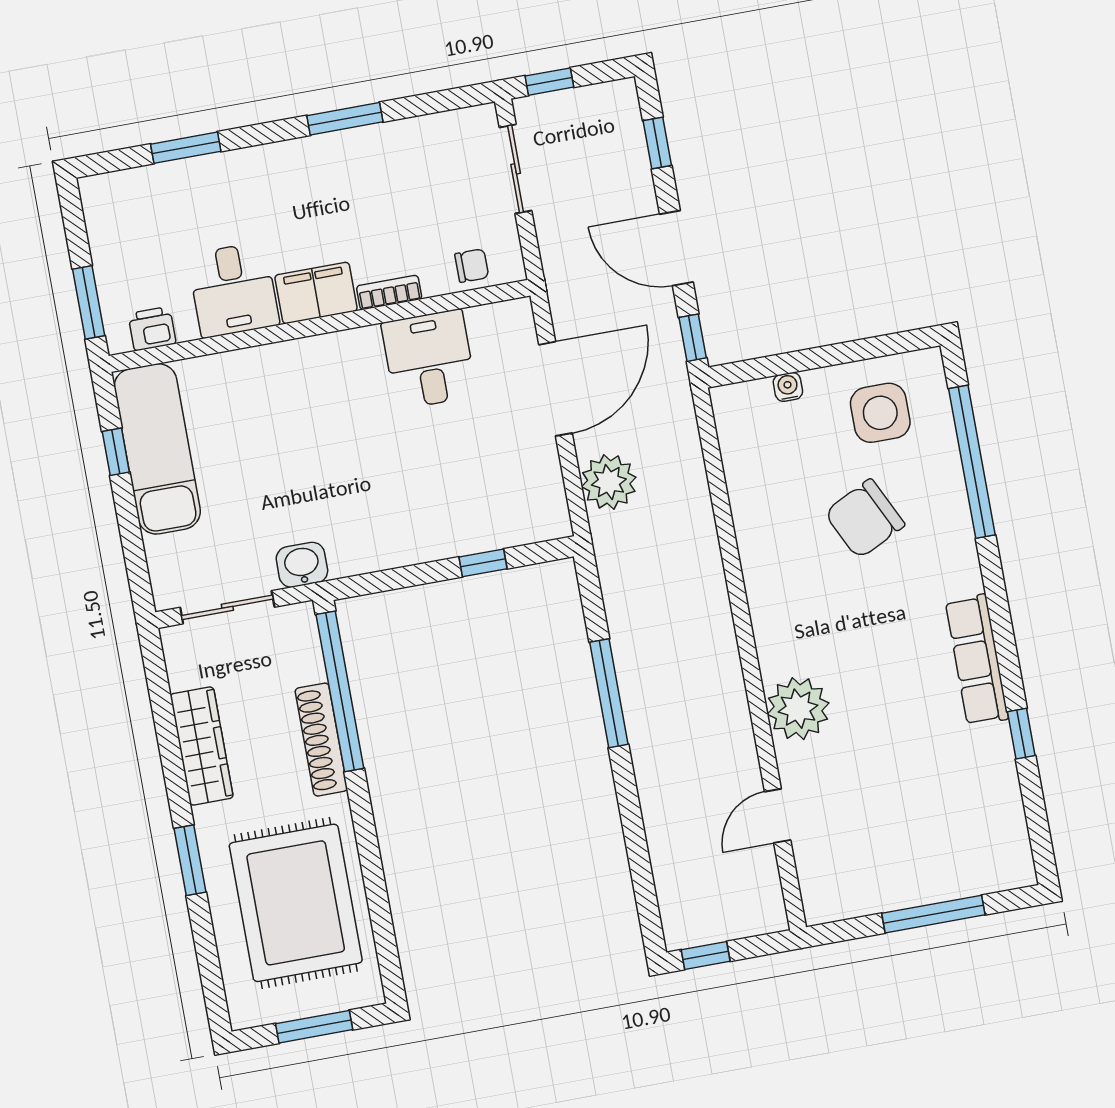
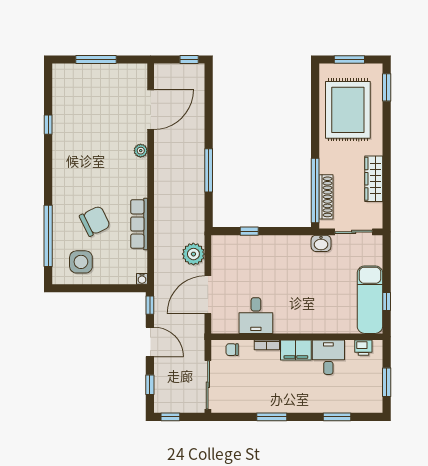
window: (549, 82) -> (170, 417), moved
sliding door: (516, 169) -> (208, 385), width x1.37
window: (89, 302) -> (387, 382), moved
water cooler: (788, 387) -> (142, 279), moved
row of seats: (977, 660) -> (139, 224), moved, turned 180
plant: (798, 709) -> (141, 151), width x0.53, depth x0.53
shoe rack: (321, 740) -> (326, 197), moved
door: (778, 816) -> (151, 110), width x1.88
window: (190, 860) -> (387, 87), moved

